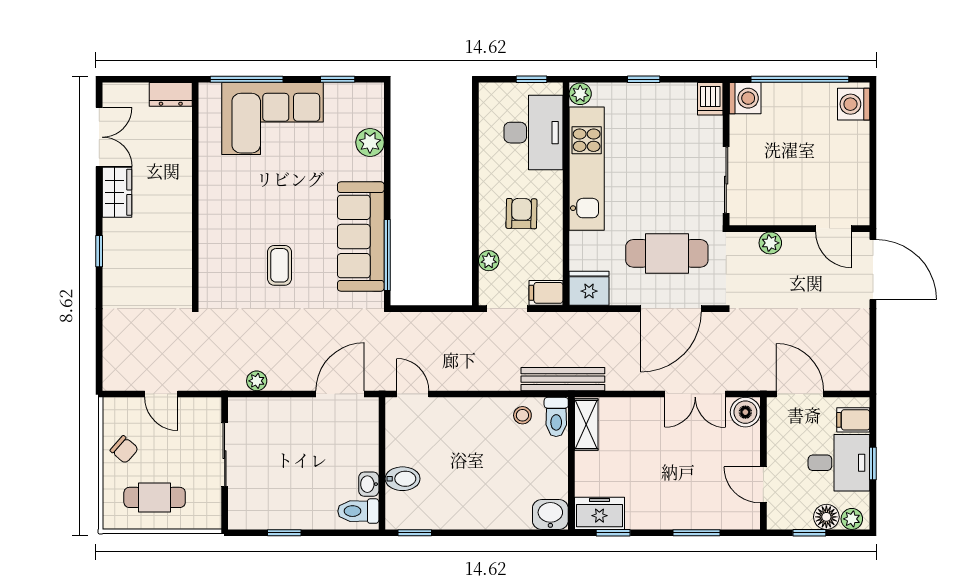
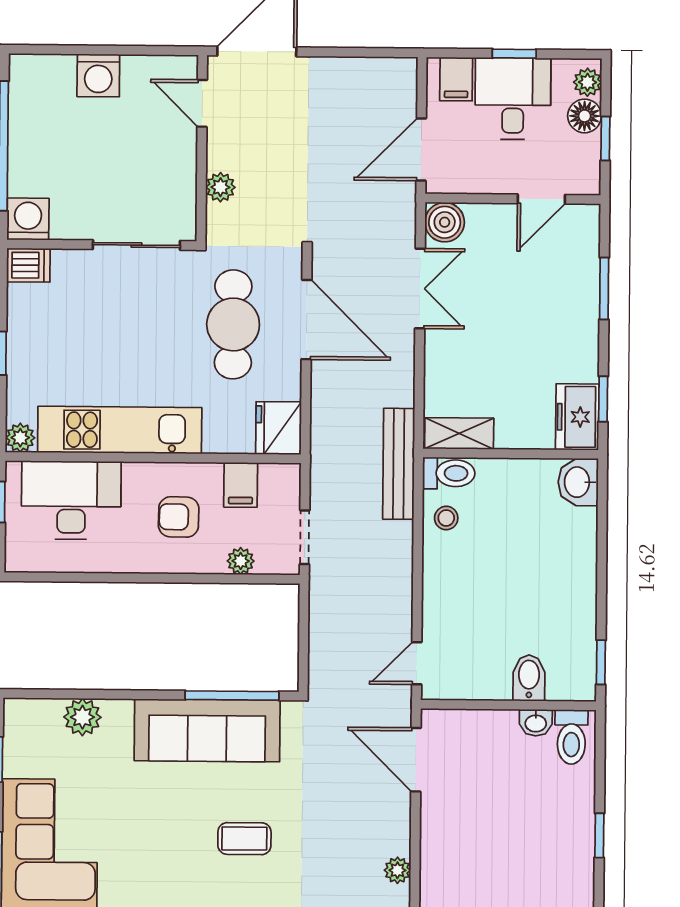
washing machine: (854, 104) -> (98, 75), moved
door: (833, 229) -> (202, 103), swing flipped
filing cabinet: (546, 293) -> (241, 485), moved

